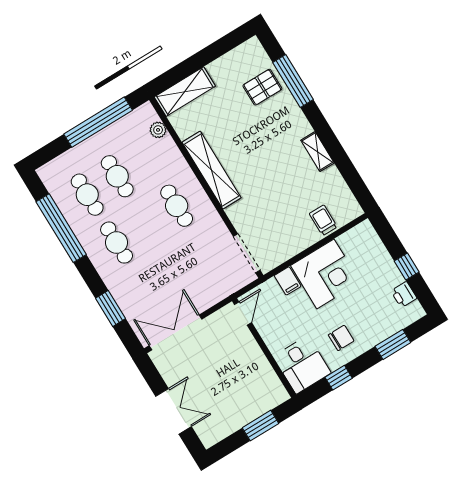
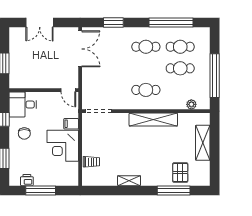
shelving: (185, 92) -> (203, 143), moved
window: (407, 266) -> (41, 190), width x2.17

